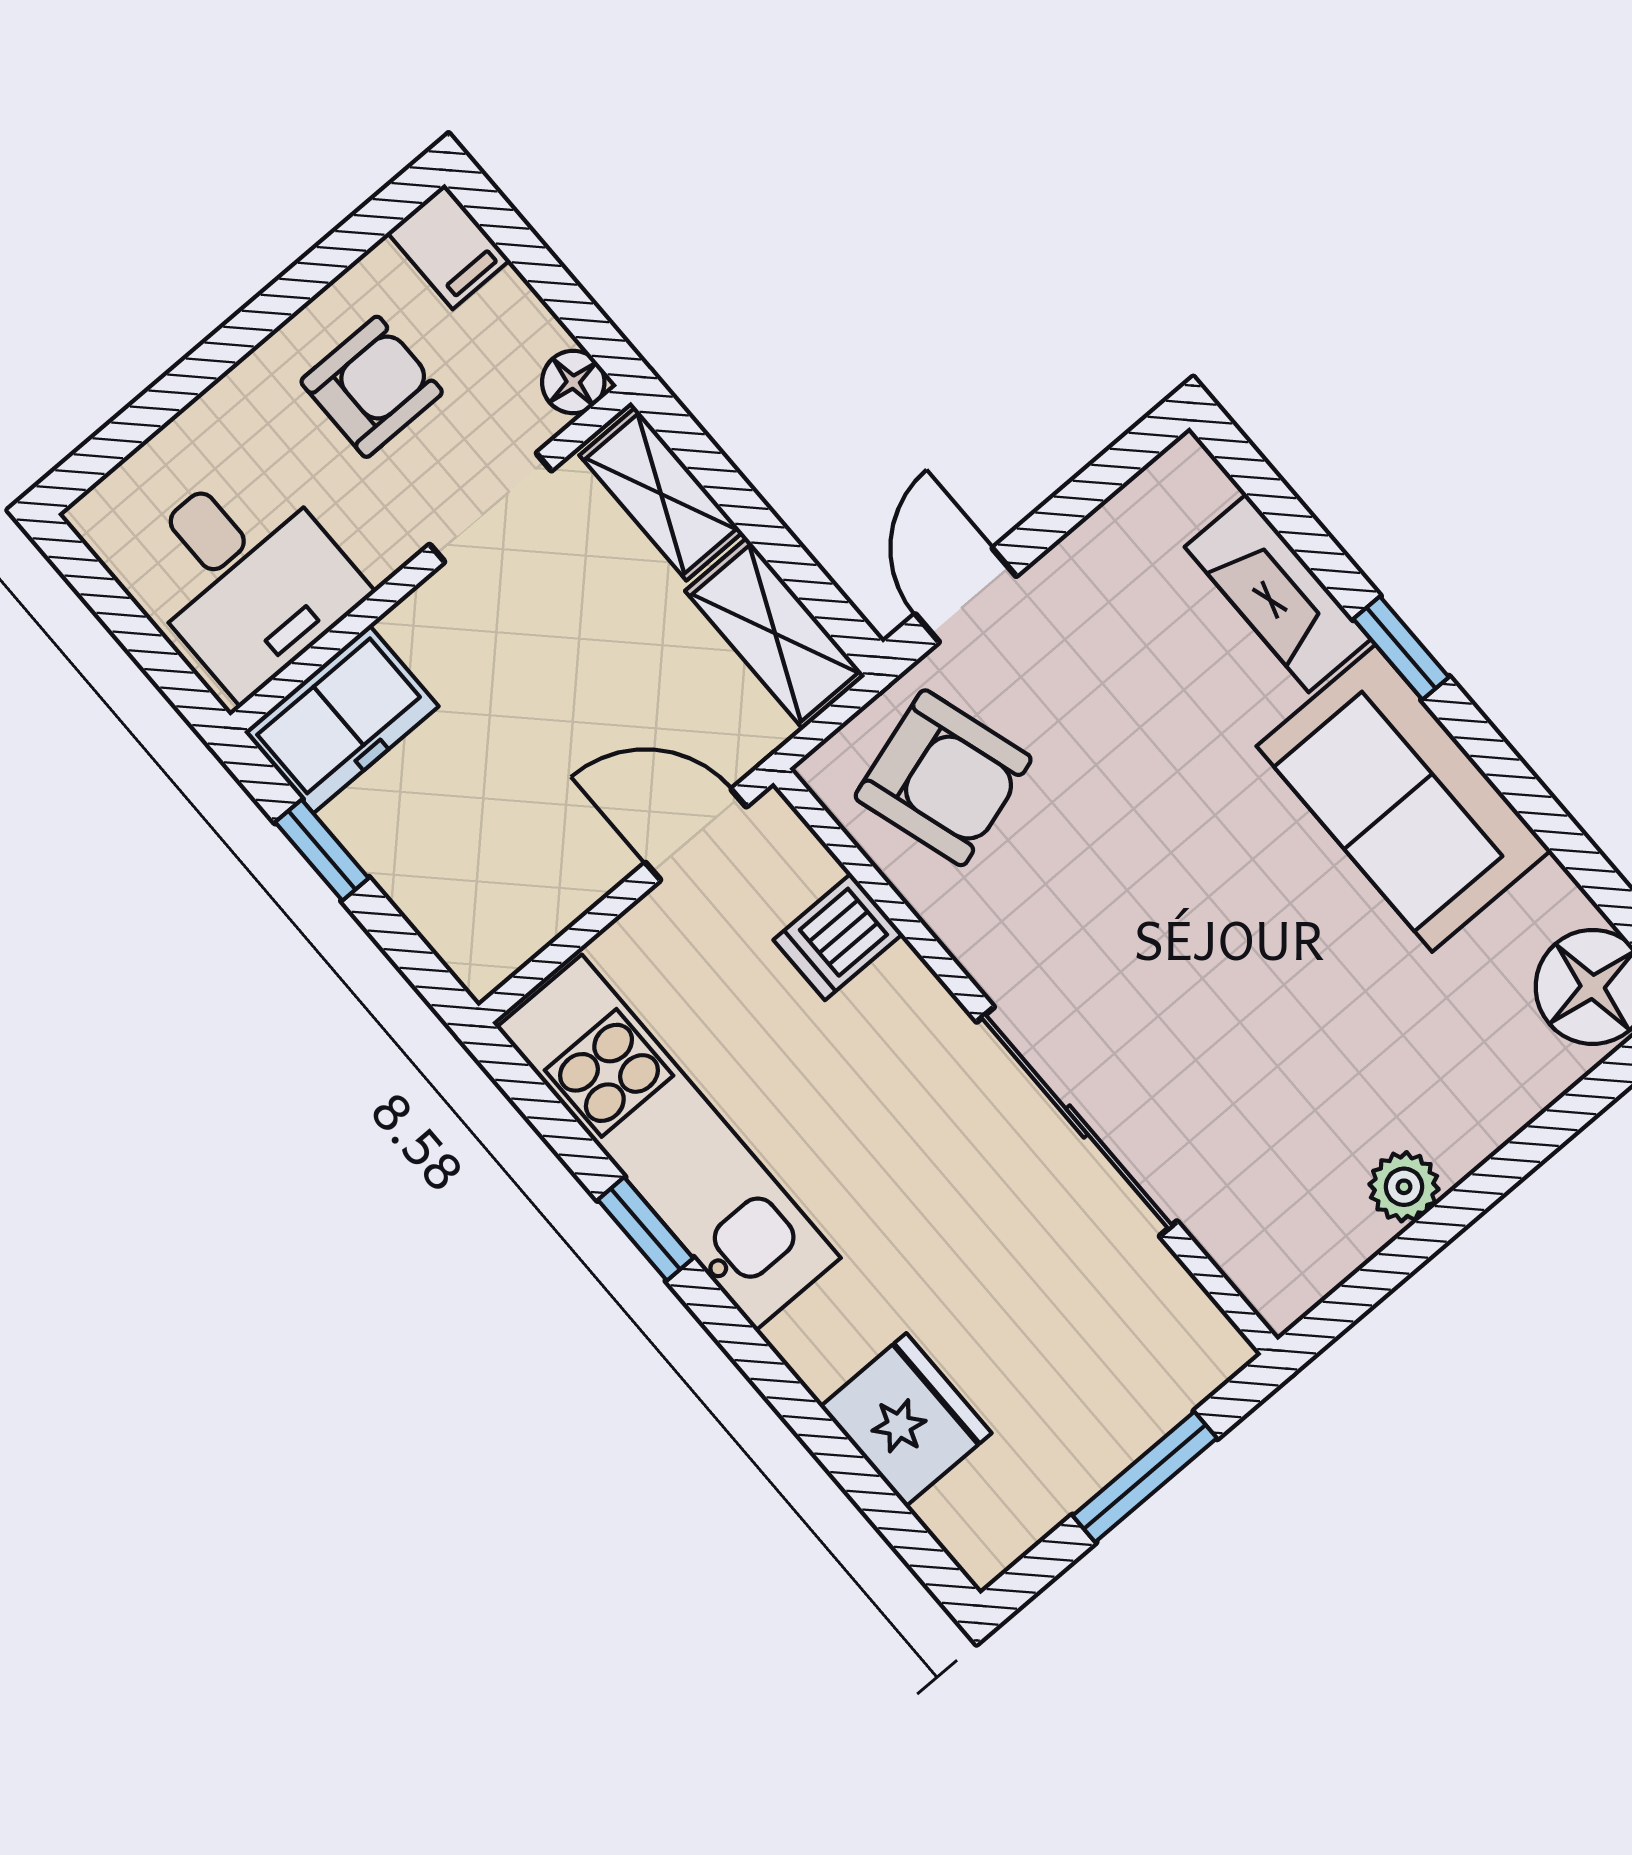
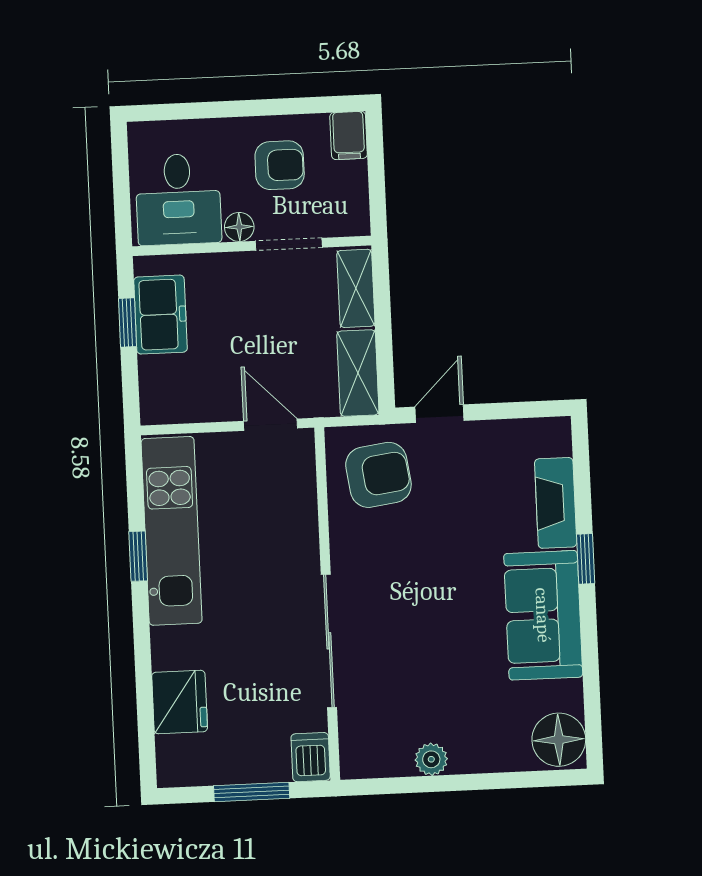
floor lamp: (573, 382) -> (239, 227), moved
freezer: (341, 719) -> (160, 315), moved, turned -90
armchair: (943, 778) -> (378, 475), turned -81
dishwasher: (838, 937) -> (311, 757), moved, turned 90

